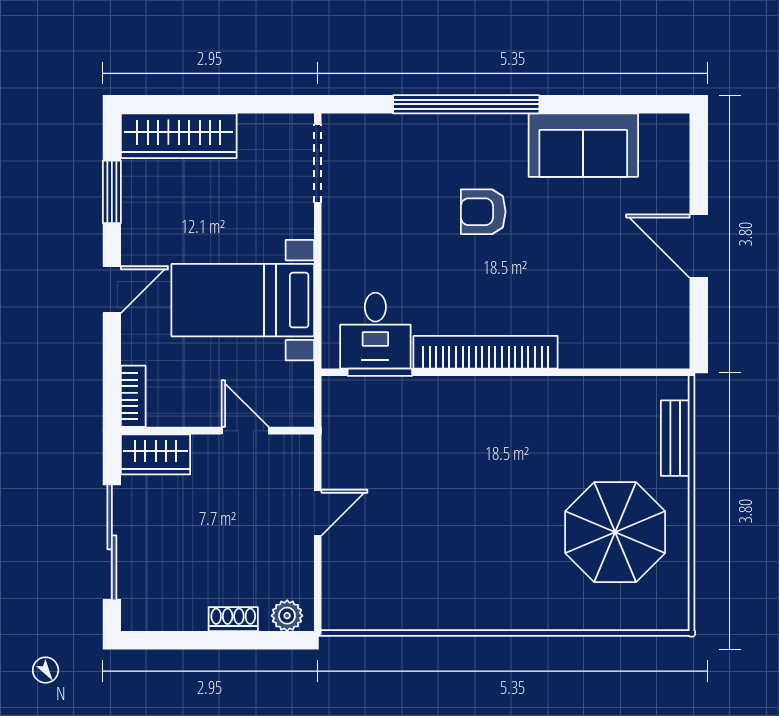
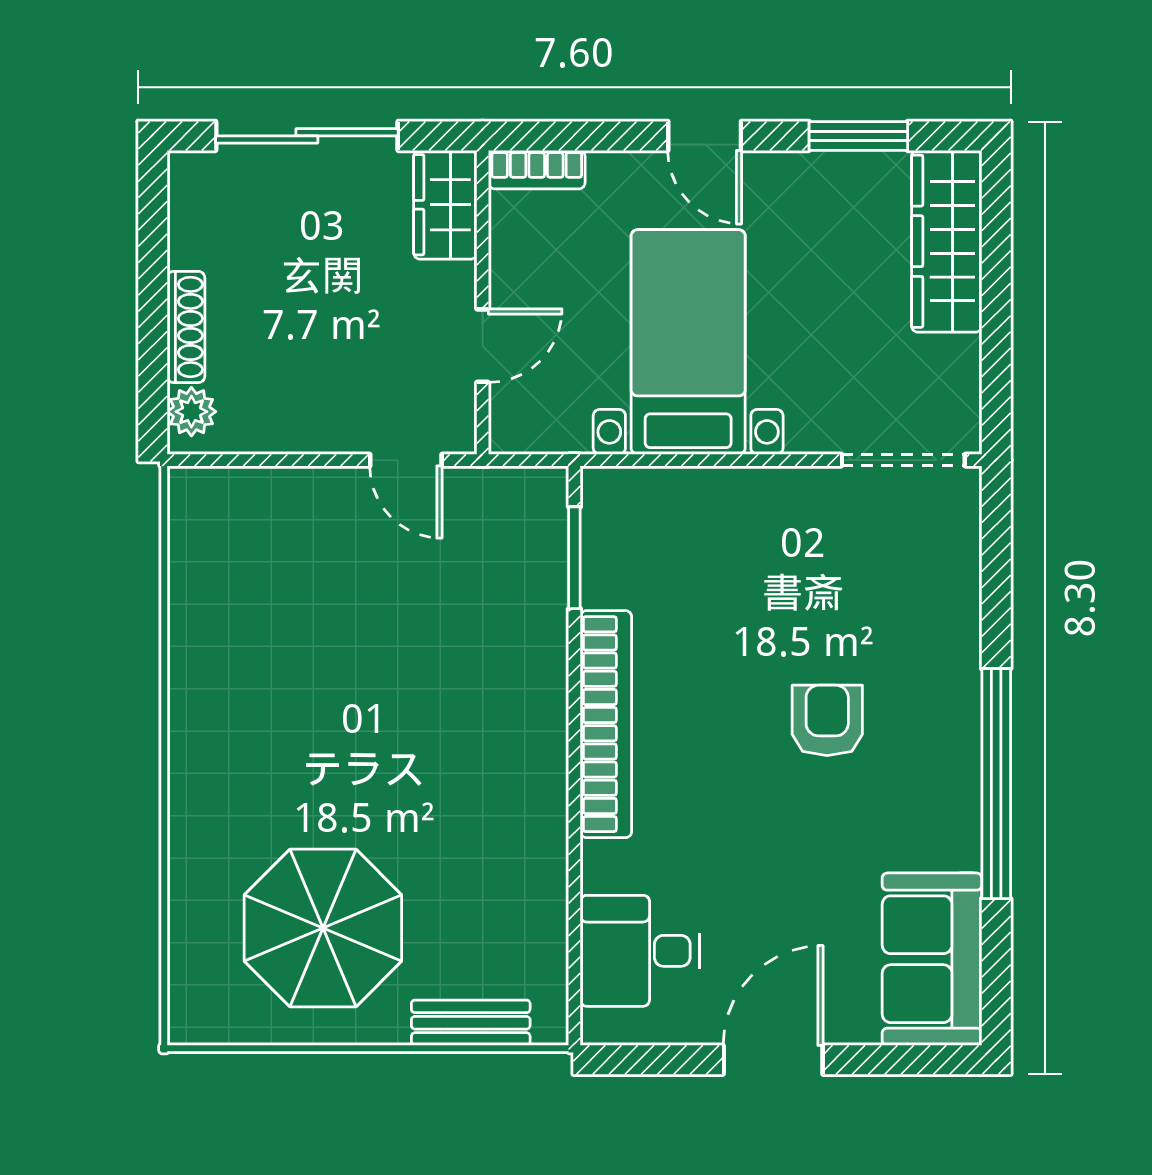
window: (466, 104) -> (996, 784), moved
sofa: (583, 145) -> (932, 959), moved
desk: (375, 331) -> (640, 951), moved
door: (318, 513) -> (406, 460), moved
shoe rack: (233, 619) -> (186, 327), width x1.43

